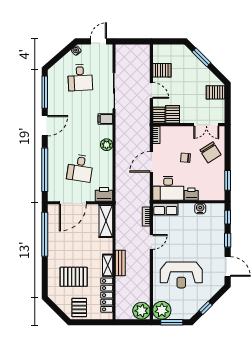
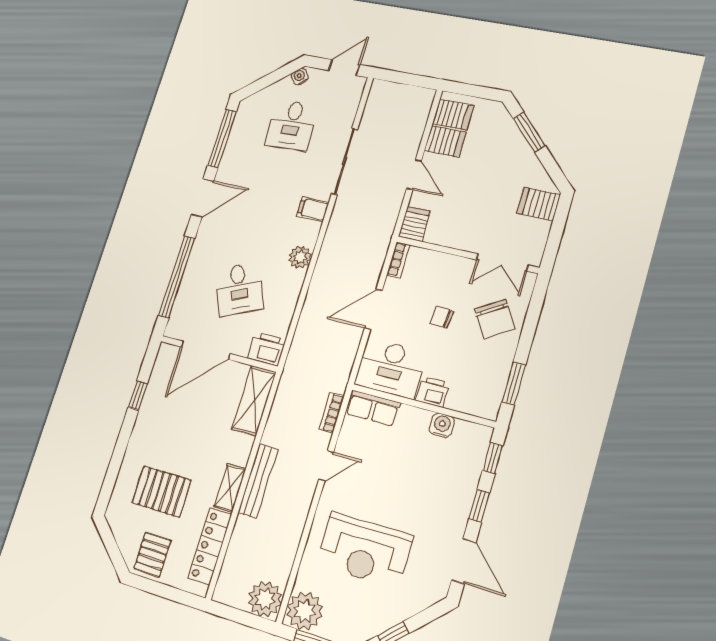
server rack: (173, 114) -> (453, 115), moved, turned 90
desk: (80, 168) -> (239, 289), turned -33
window: (45, 234) -> (138, 395), width x0.32
bench: (120, 263) -> (258, 481), width x1.36

